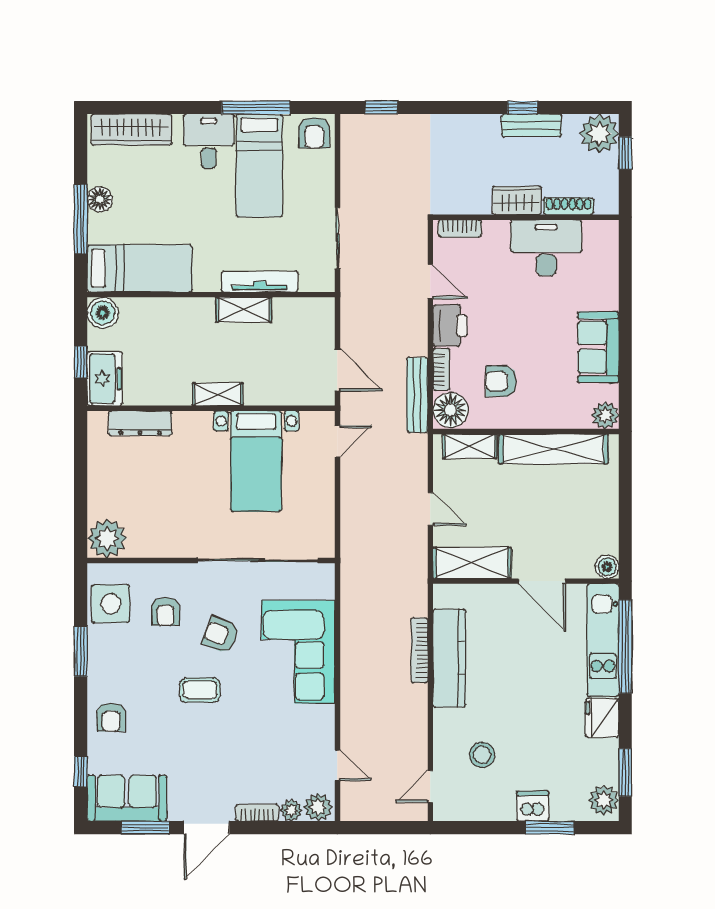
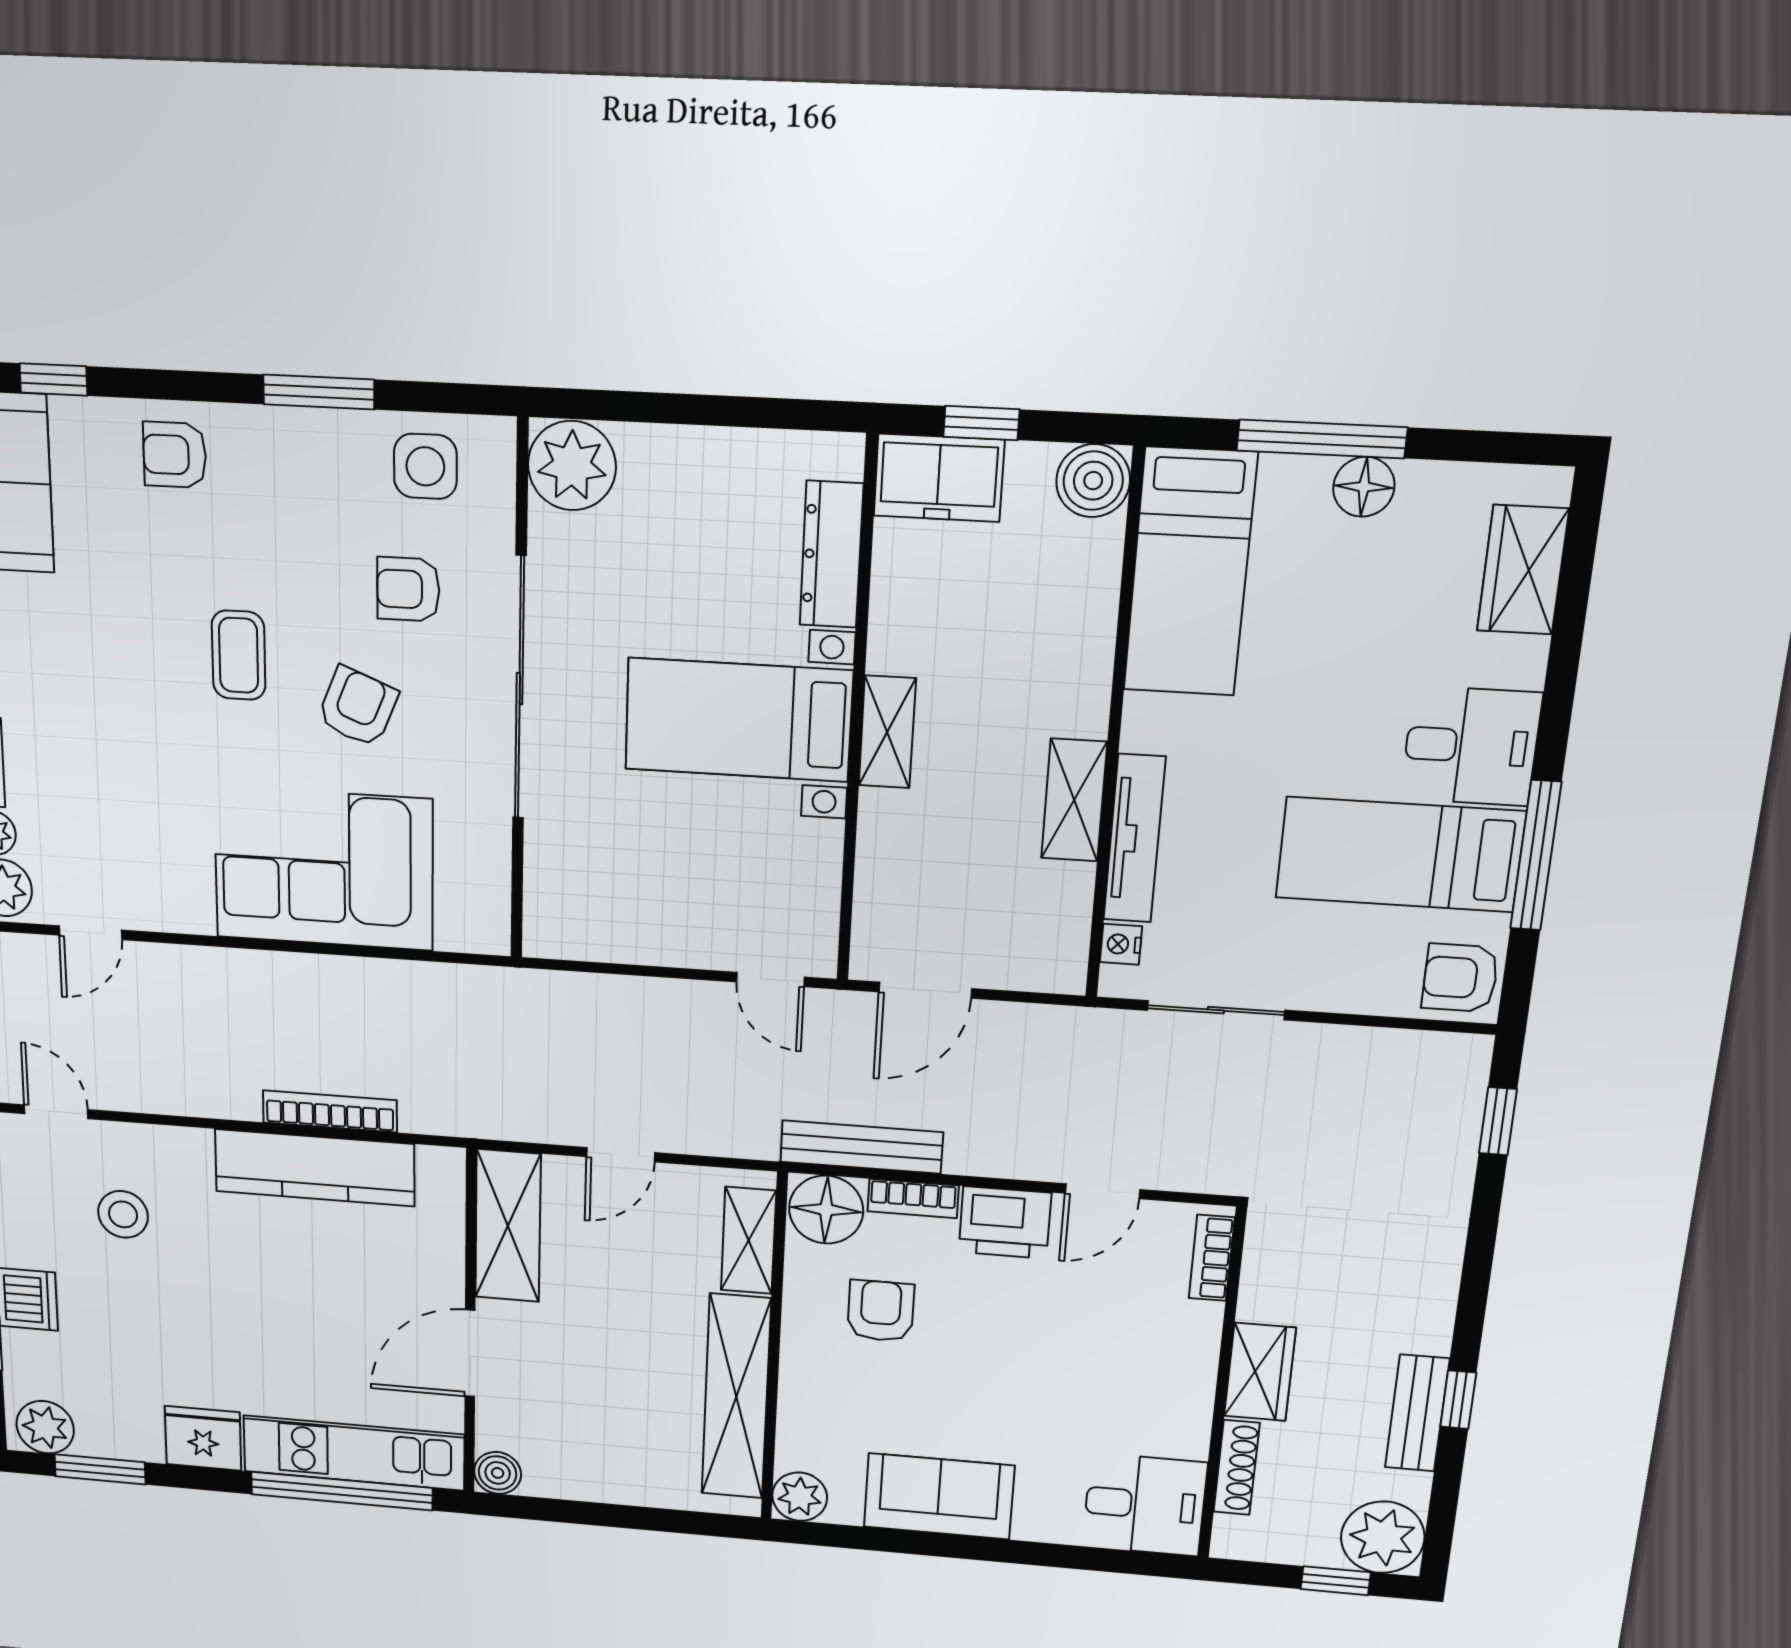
wardrobe: (131, 130) -> (1523, 570), width x0.67
desk: (546, 248) -> (1145, 1505), moved, width x0.73
nightstand: (309, 283) -> (1121, 944), added
bed with nightstands: (256, 461) -> (738, 720), moved
sliding door: (258, 560) -> (520, 689), moved
side table: (111, 604) -> (425, 466), width x0.73, depth x0.73

